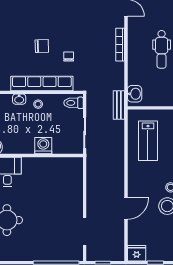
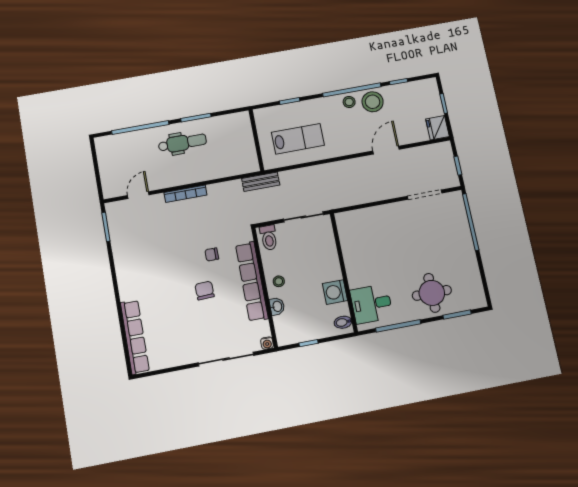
washbasin: (135, 94) -> (243, 165), removed
washing machine: (43, 146) -> (335, 292), moved
door: (126, 208) -> (386, 150), hinge flipped

